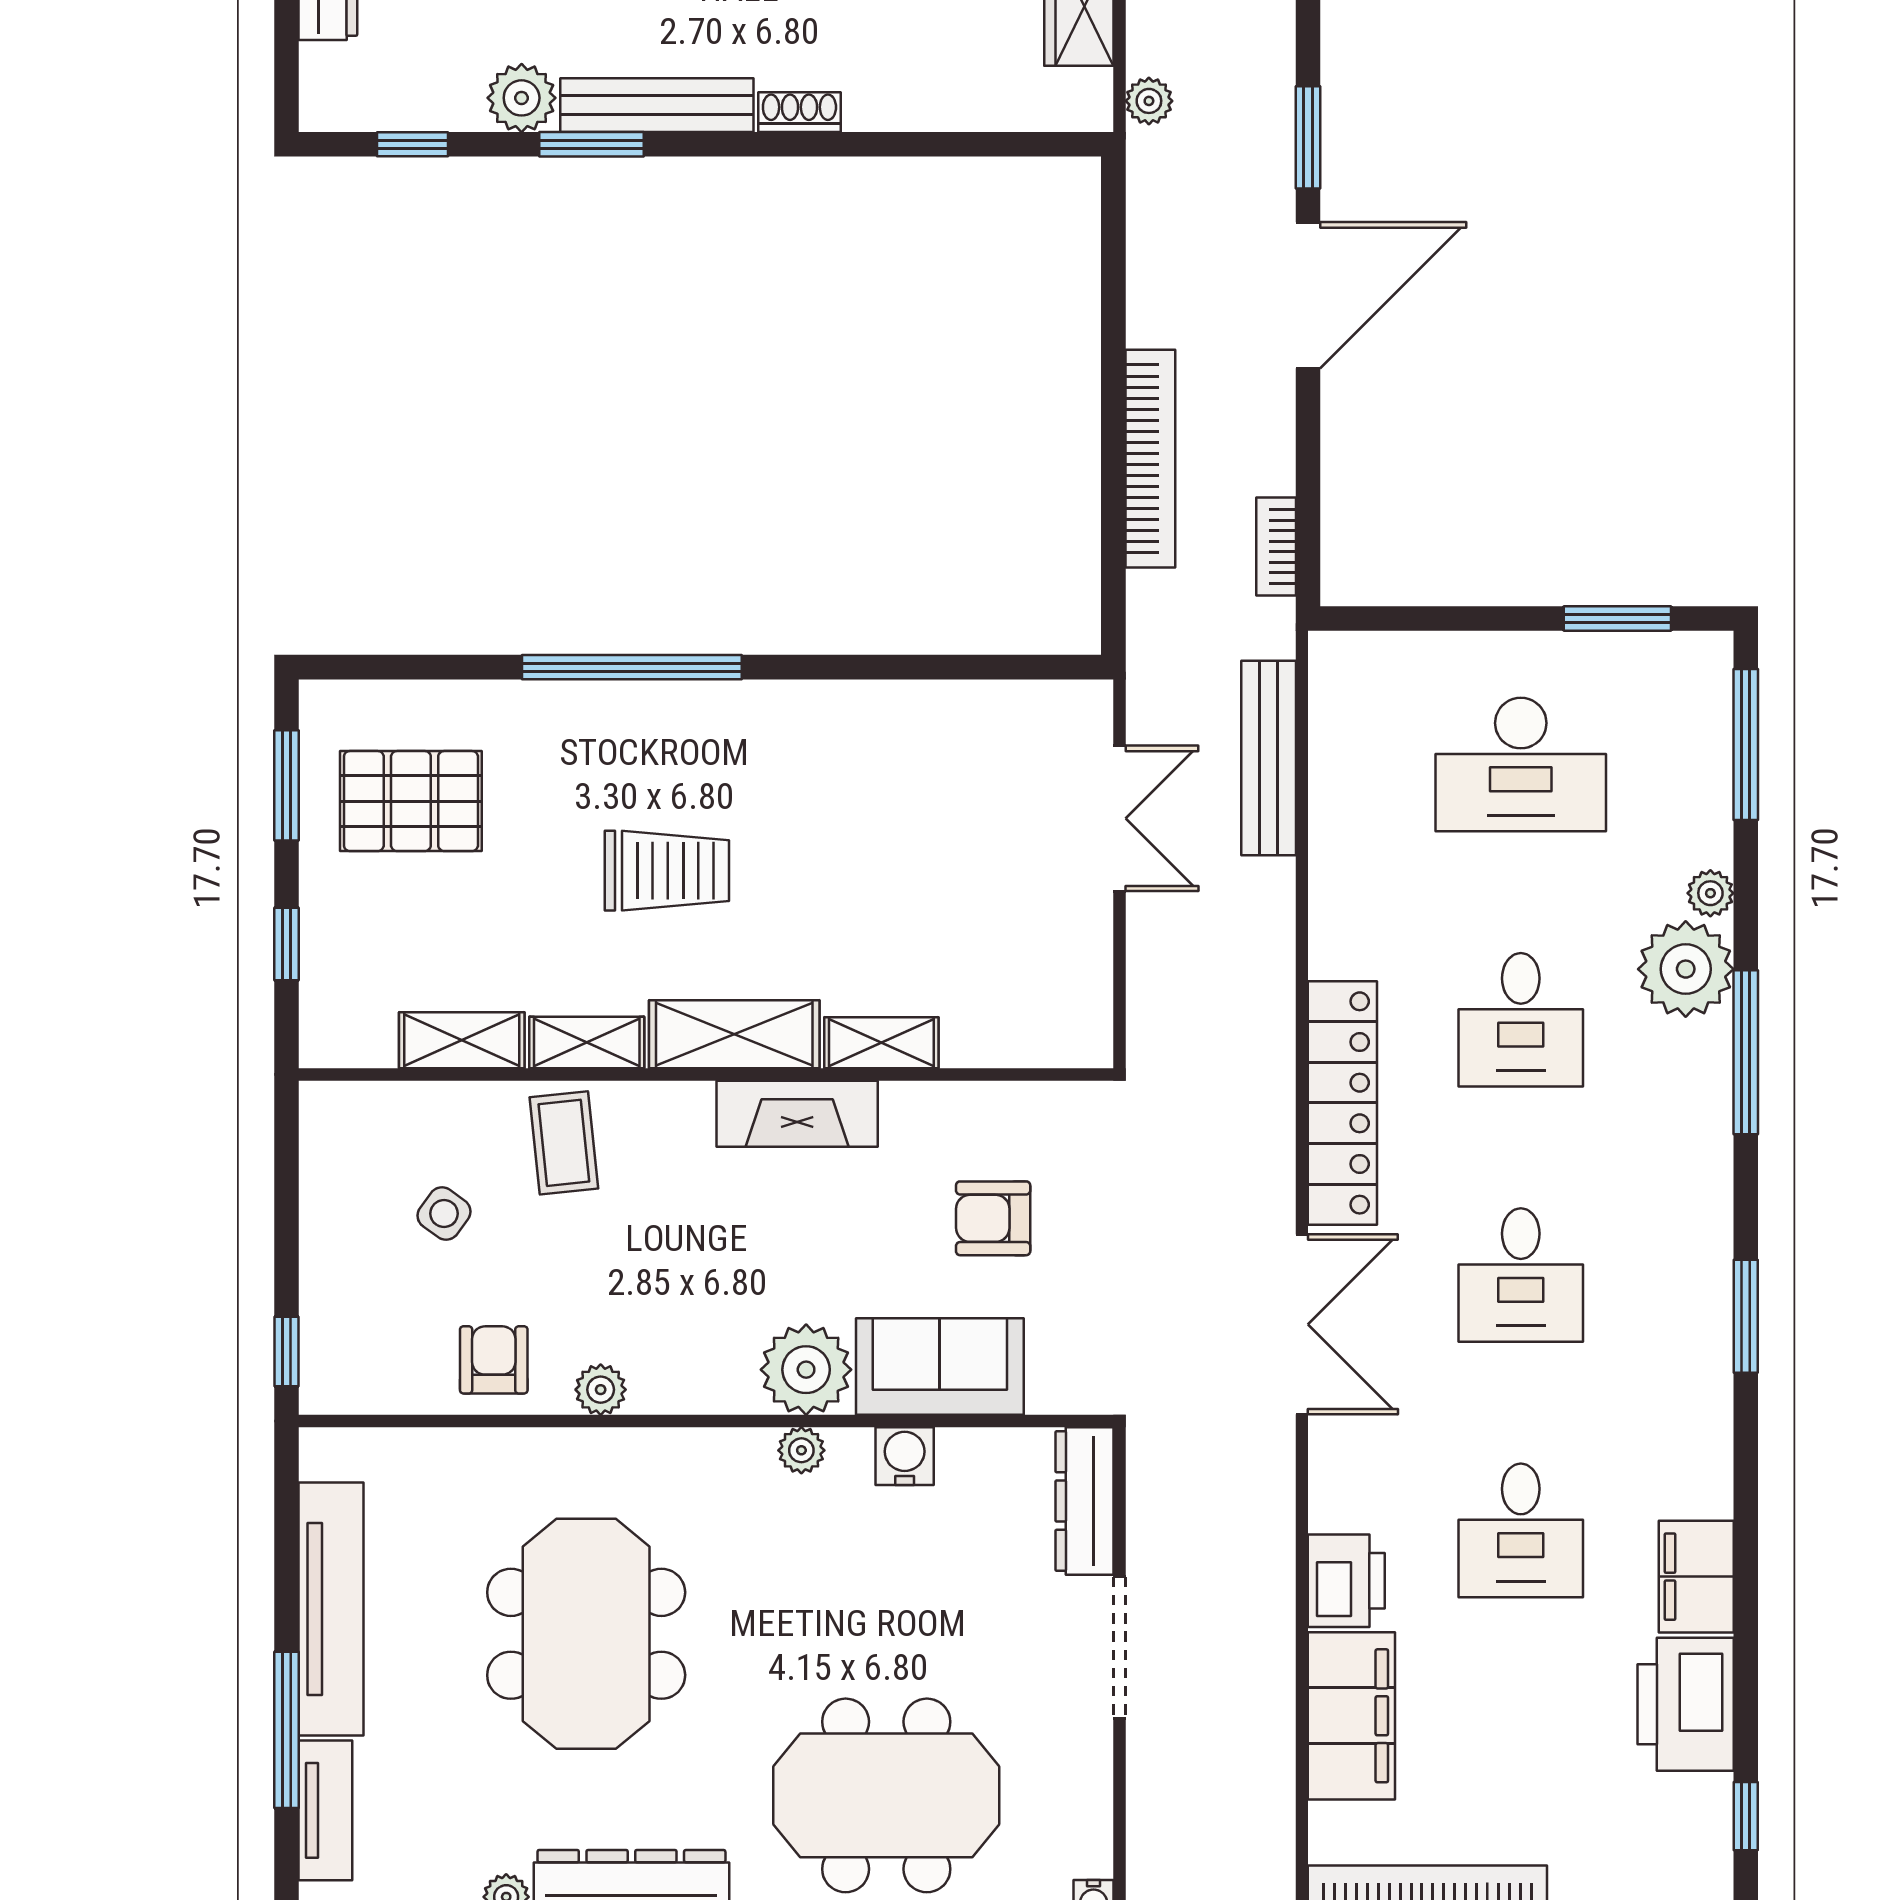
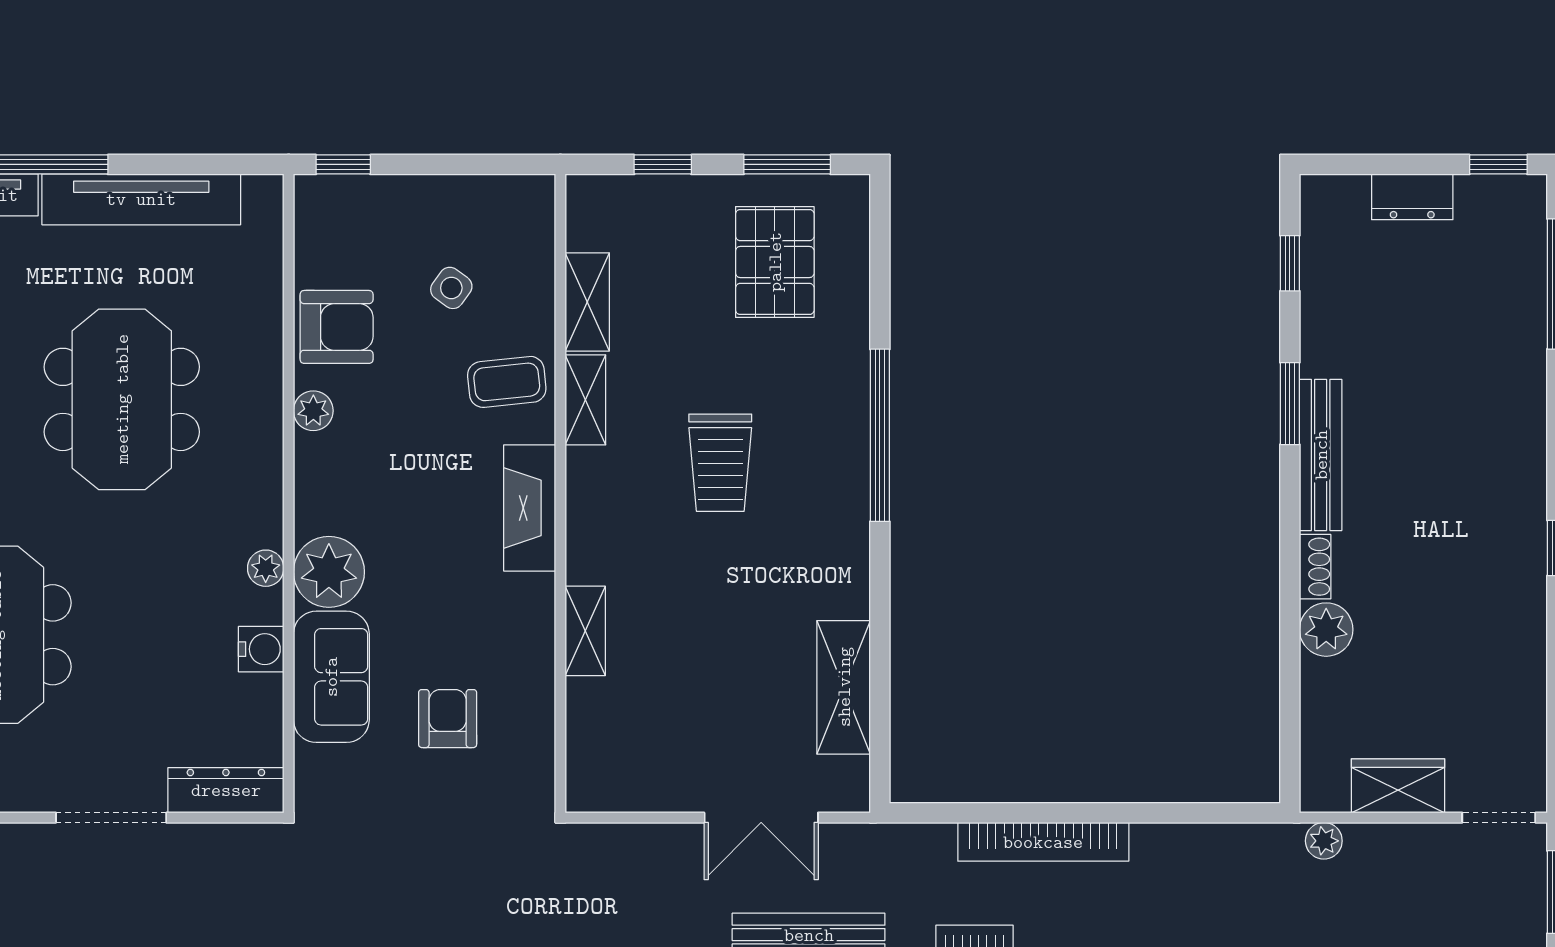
plant: (522, 98) -> (1326, 630), moved
shelving: (734, 1034) -> (844, 687), moved
fireplace: (797, 1114) -> (530, 508), moved
armchair: (494, 1360) -> (337, 327), width x1.38, depth x1.38
meeting table: (586, 1634) -> (122, 399), turned 90

